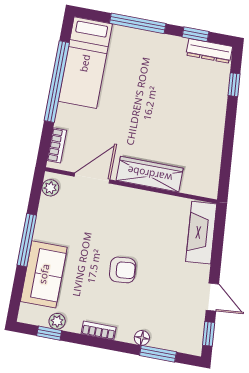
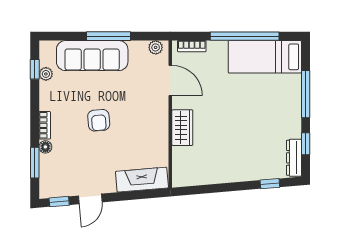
wardrobe: (150, 174) -> (182, 128), width x0.67
sofa: (44, 274) -> (92, 56), width x1.36
bookcase: (99, 331) -> (45, 125), moved

